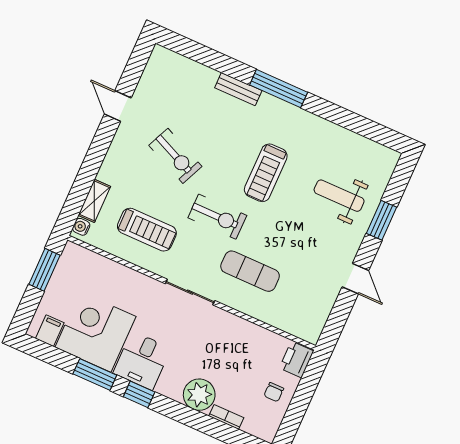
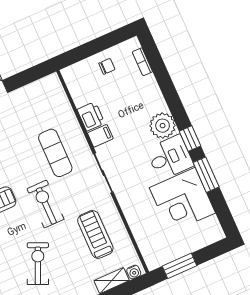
filing cabinet: (50, 331) -> (100, 136), moved, turned 180
printer: (297, 359) -> (91, 116), moved, turned -90
plant: (199, 395) -> (163, 126), moved
bookcase: (226, 417) -> (142, 62), moved

